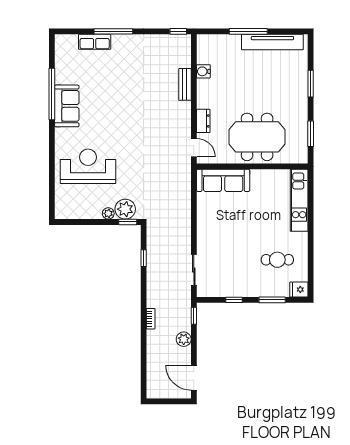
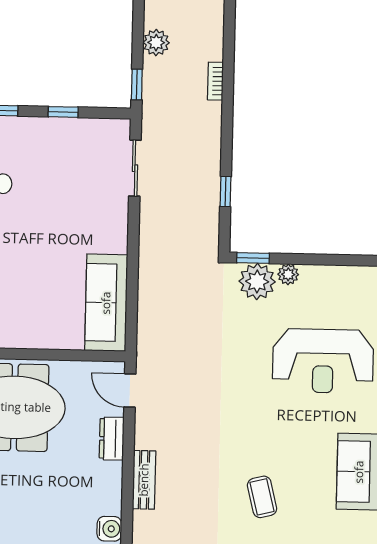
bench: (185, 84) -> (144, 480), moved
coffee table: (120, 91) -> (262, 497), added
sofa: (223, 180) -> (106, 303), moved, turned -90

